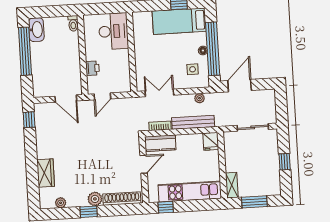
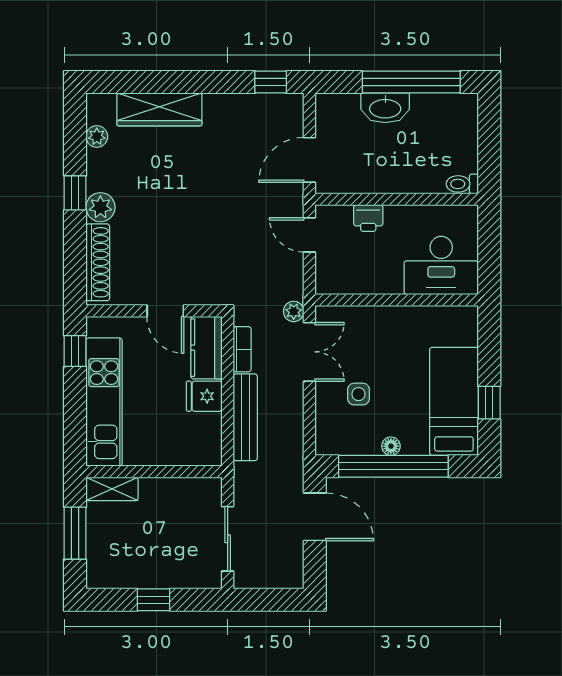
washbasin: (36, 30) -> (385, 108), moved
side table: (193, 69) -> (358, 394), moved
plant: (200, 98) -> (294, 311), moved
fridge: (211, 141) -> (204, 396), moved
wardrobe: (46, 173) -> (159, 109), width x1.50

